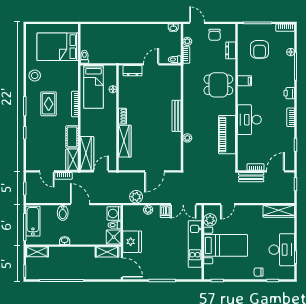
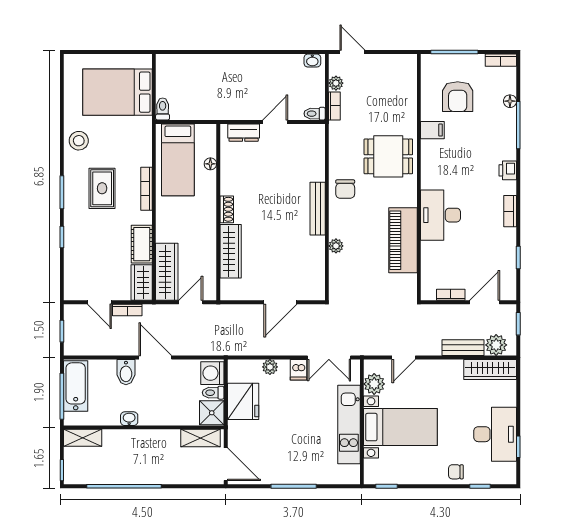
chair: (215, 35) -> (345, 189), moved
dresser: (231, 50) -> (409, 98), removed
filing cabinet: (245, 81) -> (432, 130), moved
bench: (251, 177) -> (463, 348), moved
plant: (136, 197) -> (496, 345), moved
fridge: (132, 242) -> (243, 401), moved

